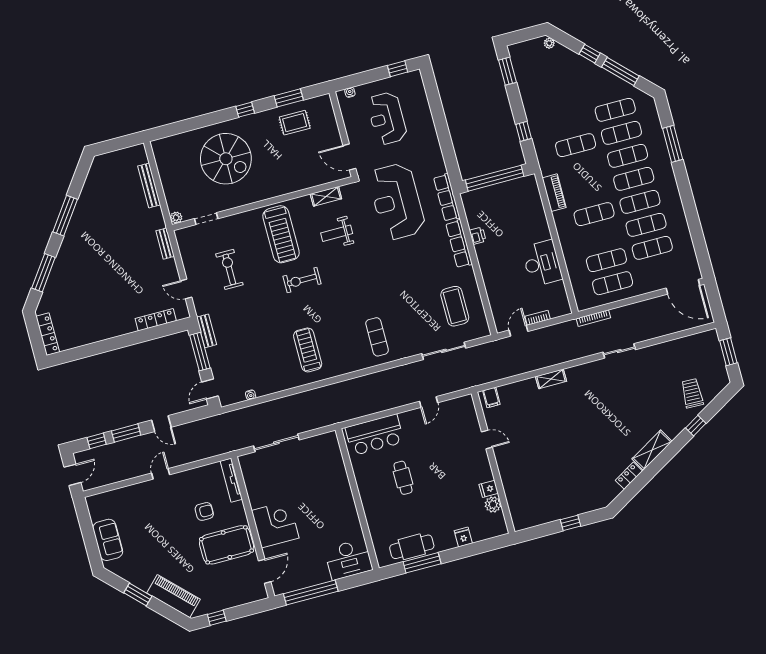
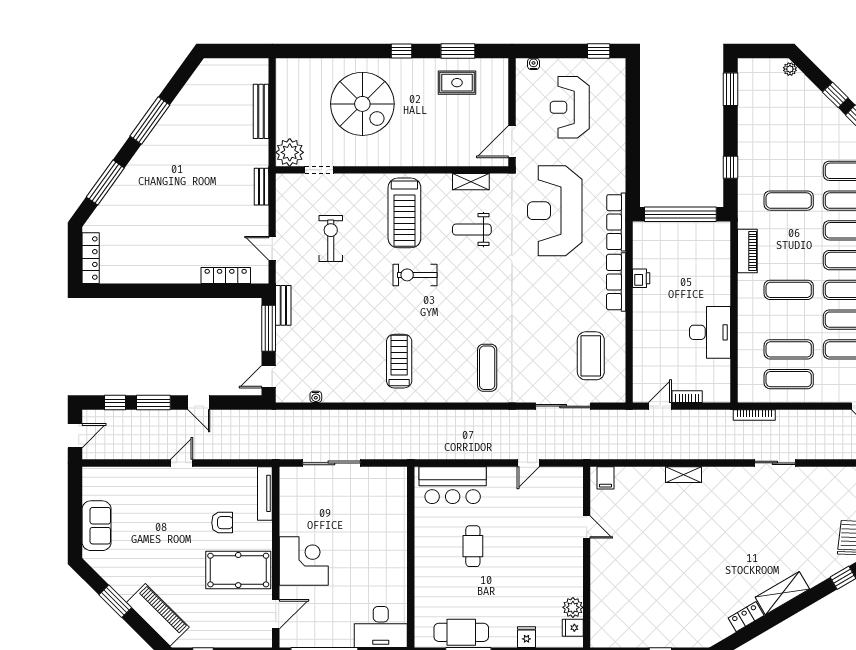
door: (349, 157) -> (512, 142), hinge flipped
plant: (176, 218) -> (290, 152), width x1.87, depth x1.87
fridge: (489, 489) -> (573, 628), moved

